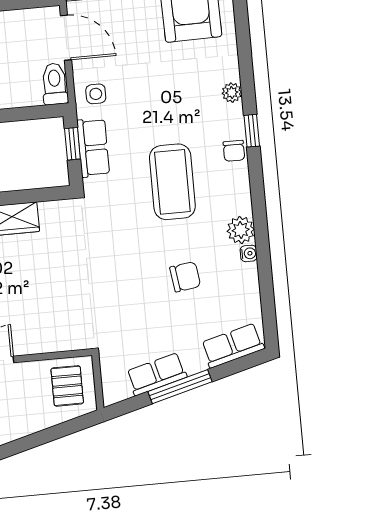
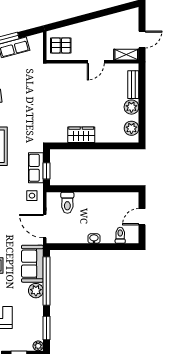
toilet: (55, 84) -> (67, 203), moved
pallet: (67, 386) -> (61, 45), turned 90

